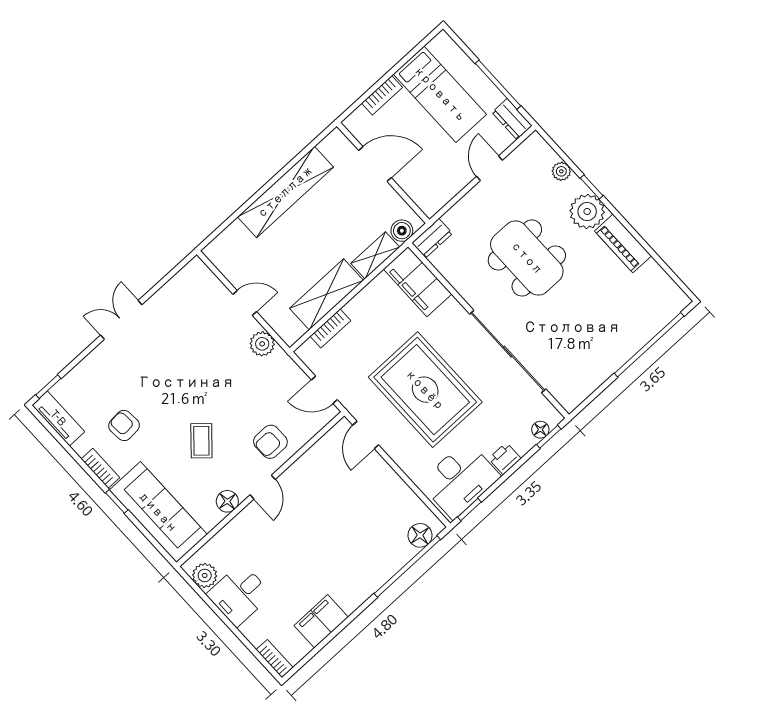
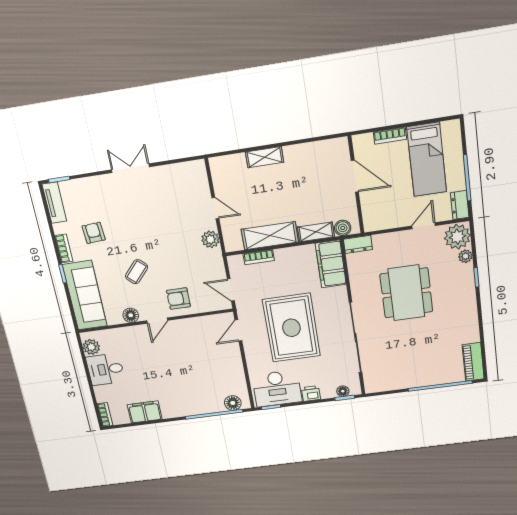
shelving: (285, 192) -> (265, 157), width x0.45, depth x0.75
plant: (587, 211) -> (457, 237), moved
piano: (623, 243) -> (473, 362), moved

